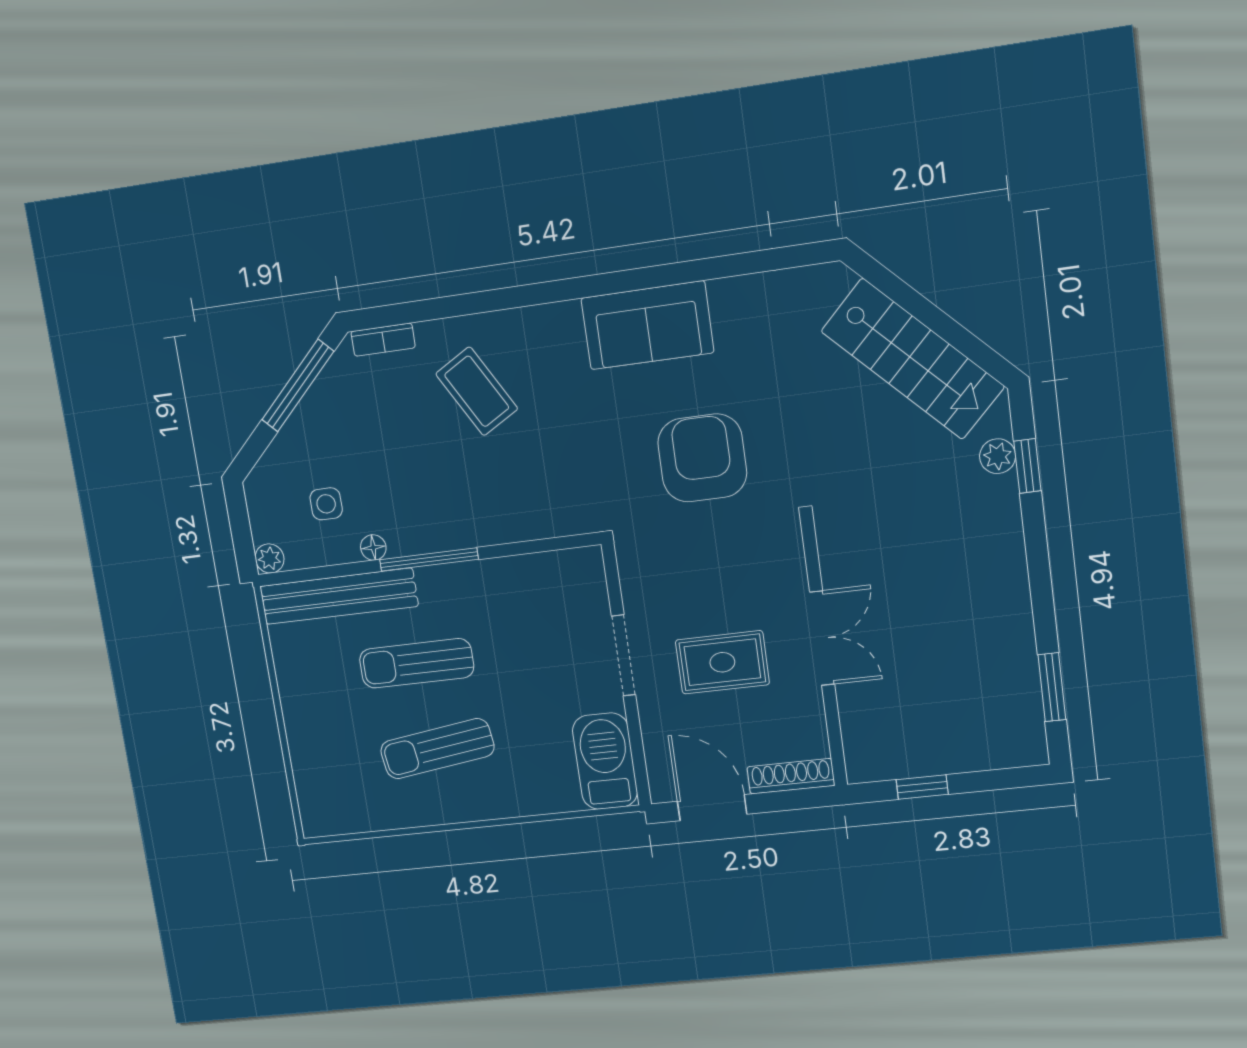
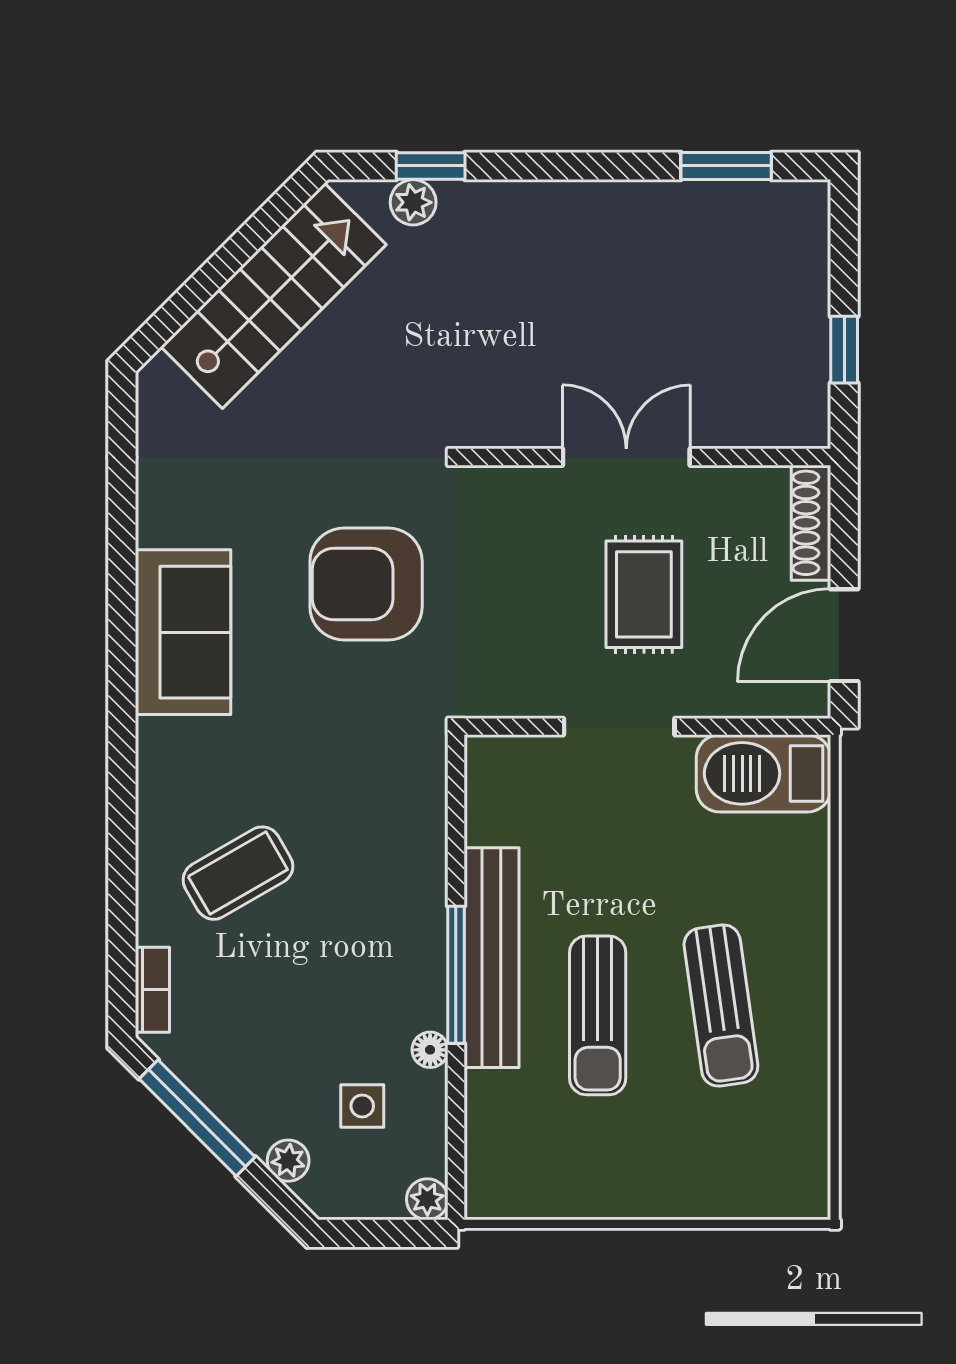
plant: (279, 456) -> (288, 1161), added
bench: (339, 596) -> (491, 958), moved

